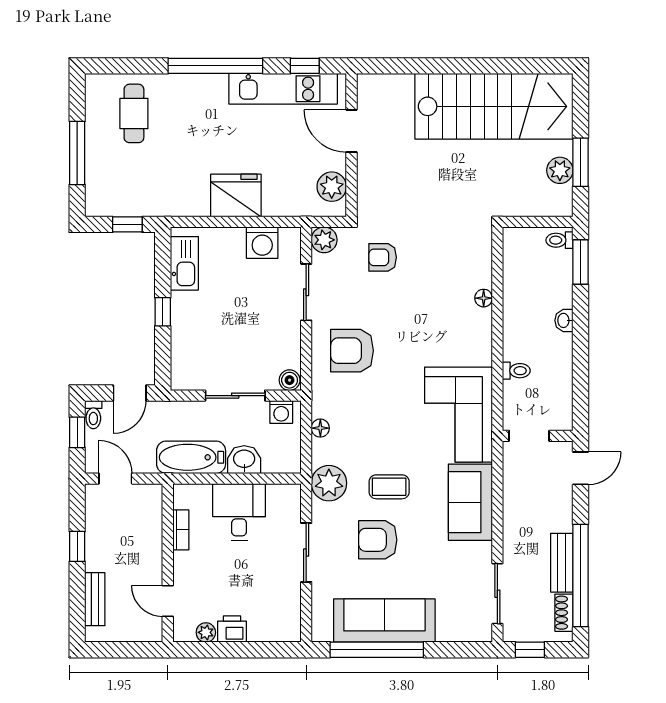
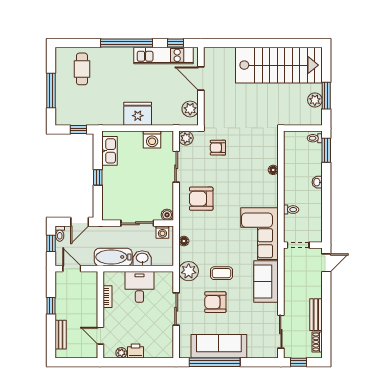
window: (581, 575) -> (326, 322), removed

